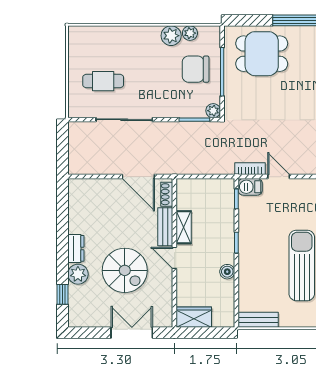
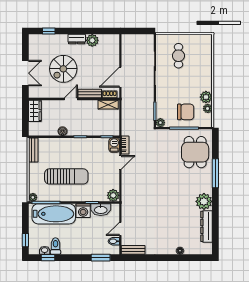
chair: (196, 69) -> (186, 112), turned 90
shelving: (184, 227) -> (108, 105), moved
plant: (78, 274) -> (92, 40), moved

